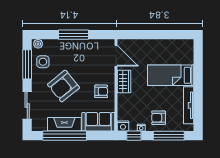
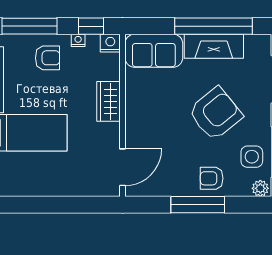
door: (116, 56) -> (123, 167), swing flipped
wardrobe: (124, 82) -> (109, 101), moved
armchair: (101, 91) -> (212, 178), moved

